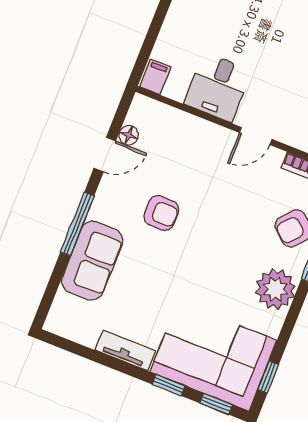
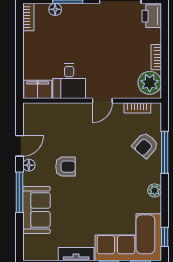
filing cabinet: (155, 77) -> (38, 89), width x2.00
floor lamp: (129, 135) -> (29, 165), moved
plant: (275, 289) -> (155, 190), width x0.53, depth x0.53

